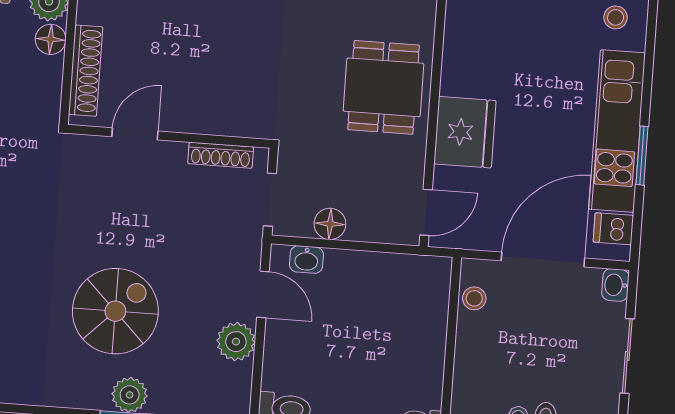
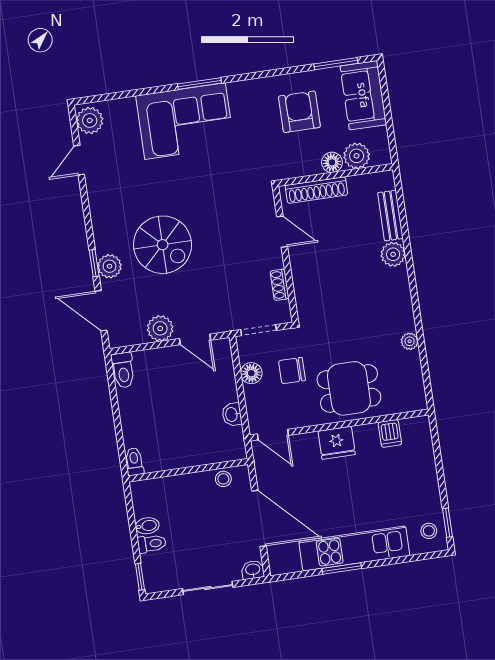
fridge: (465, 132) -> (337, 443), width x0.73, depth x0.75
shoe rack: (221, 155) -> (280, 285), width x0.70
chair: (339, 164) -> (292, 371), added
dishwasher: (613, 229) -> (390, 433), moved, turned 180
washbasin: (306, 260) -> (232, 414), moved
door: (263, 294) -> (195, 339), hinge flipped

